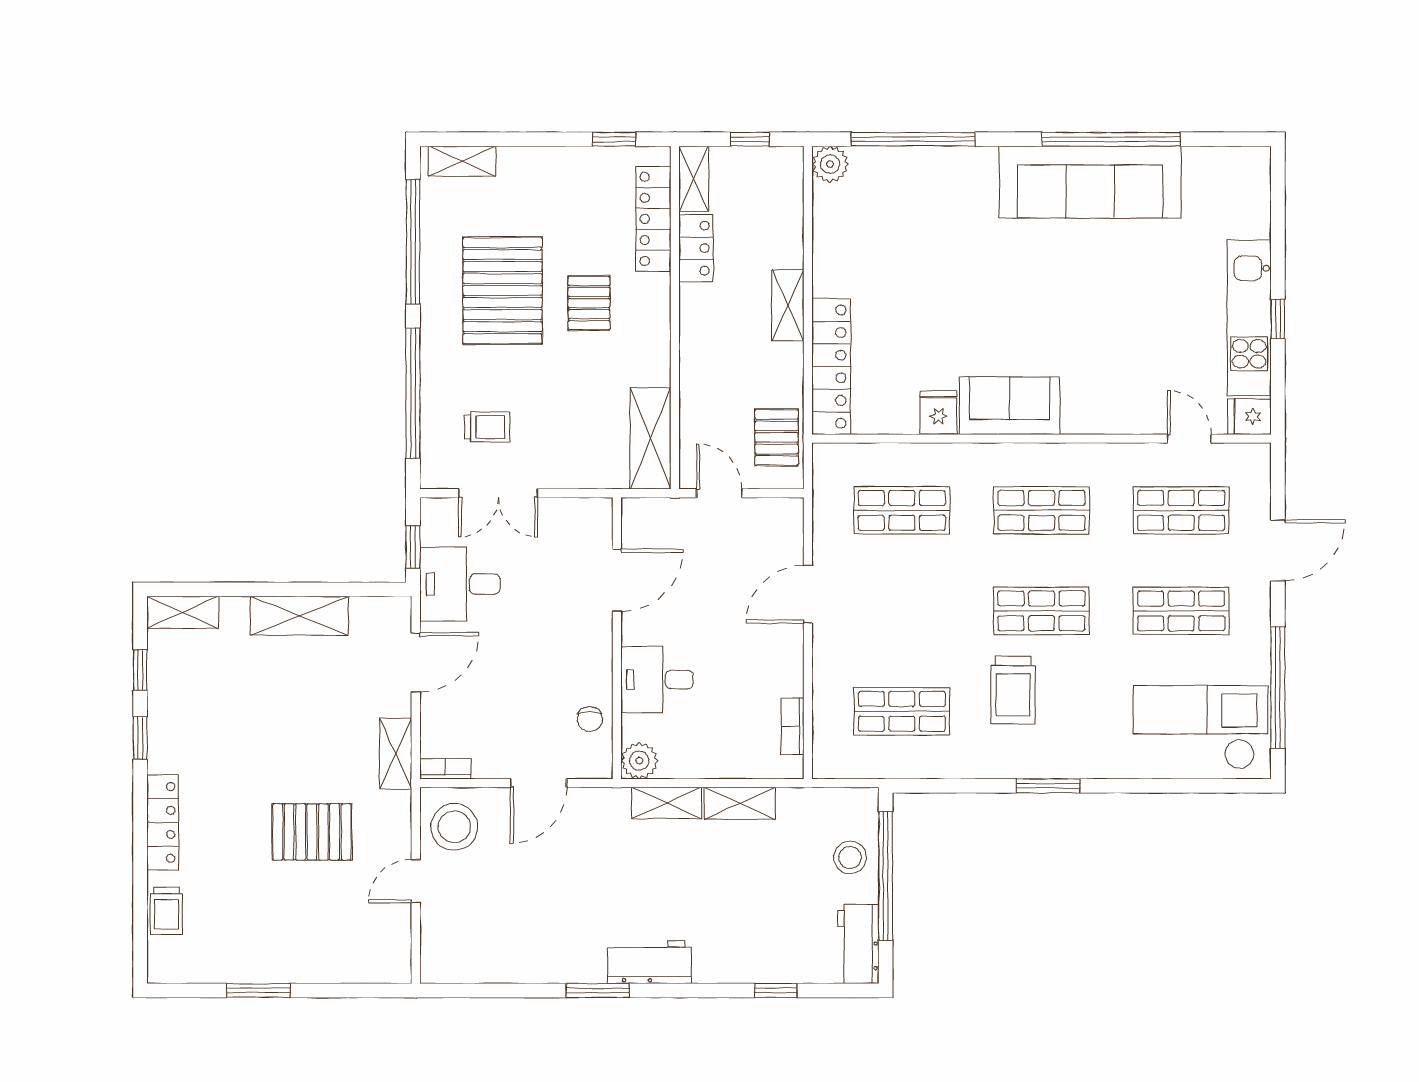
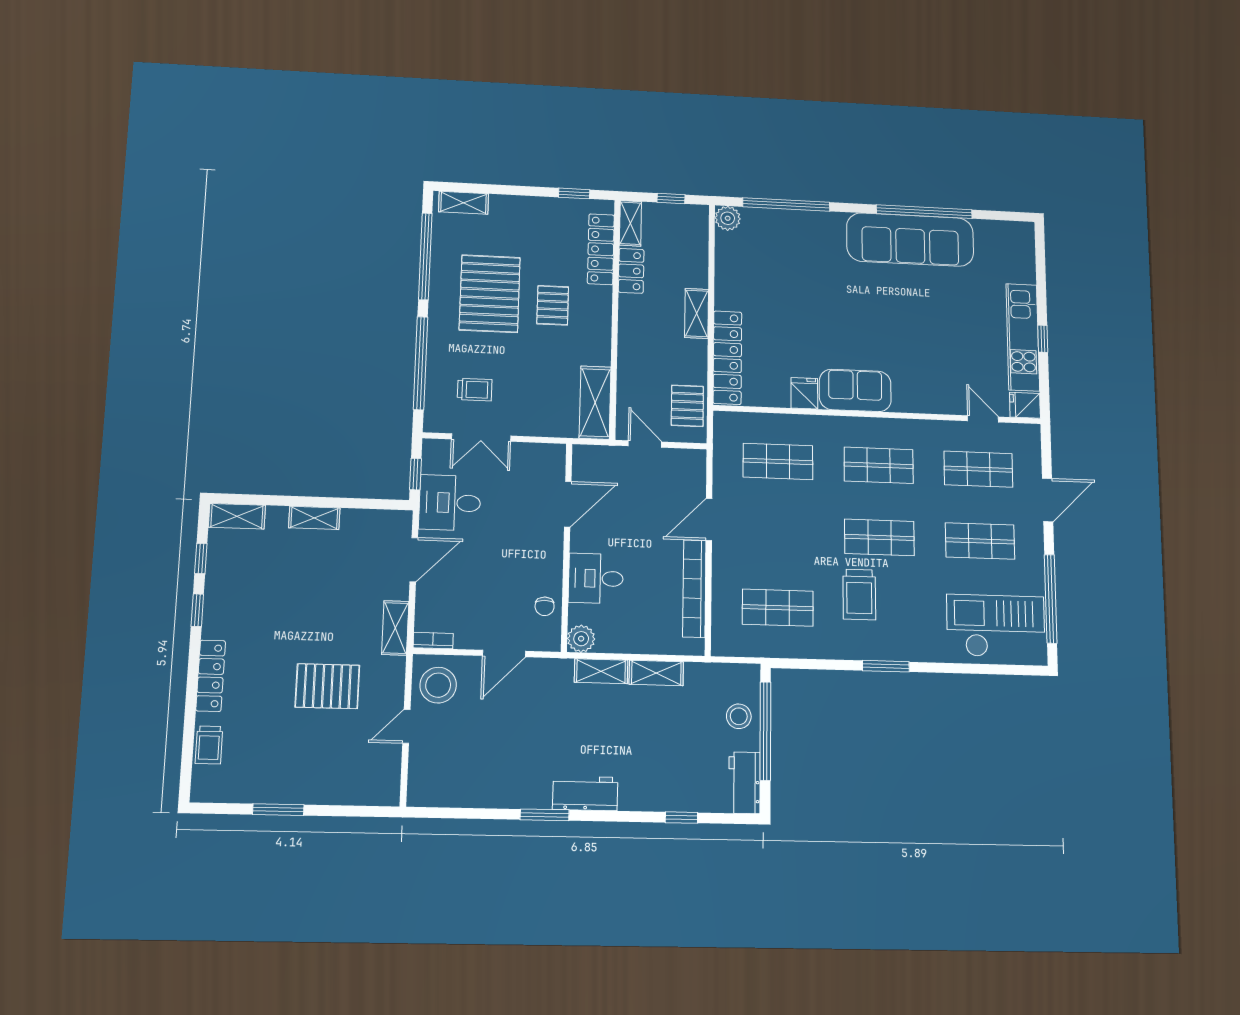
shelving: (299, 616) -> (314, 518), width x0.67, depth x0.75
bookcase: (792, 726) -> (694, 589), width x2.31, depth x1.31

